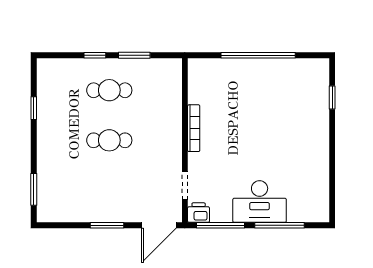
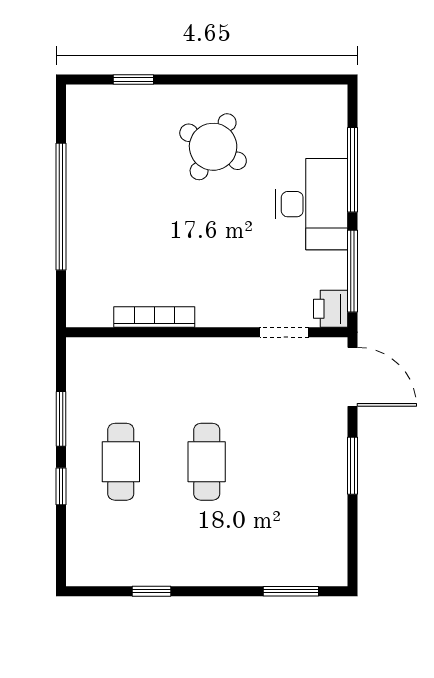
bookcase: (194, 128) -> (154, 317), moved
round table: (293, 144) -> (213, 147), added

